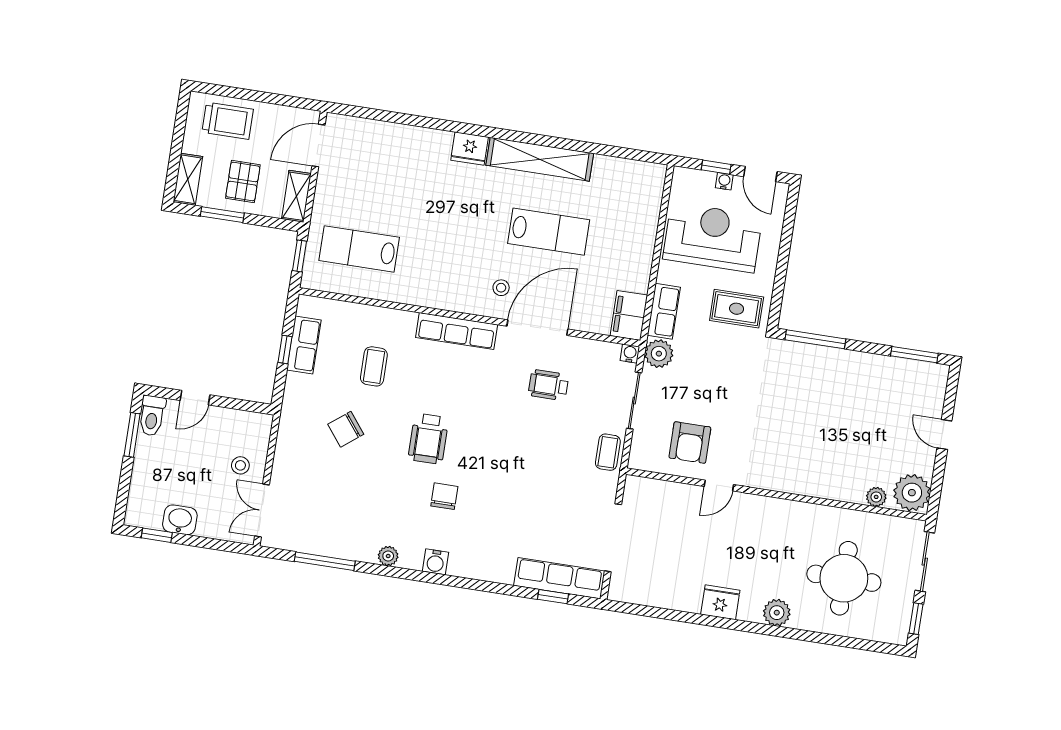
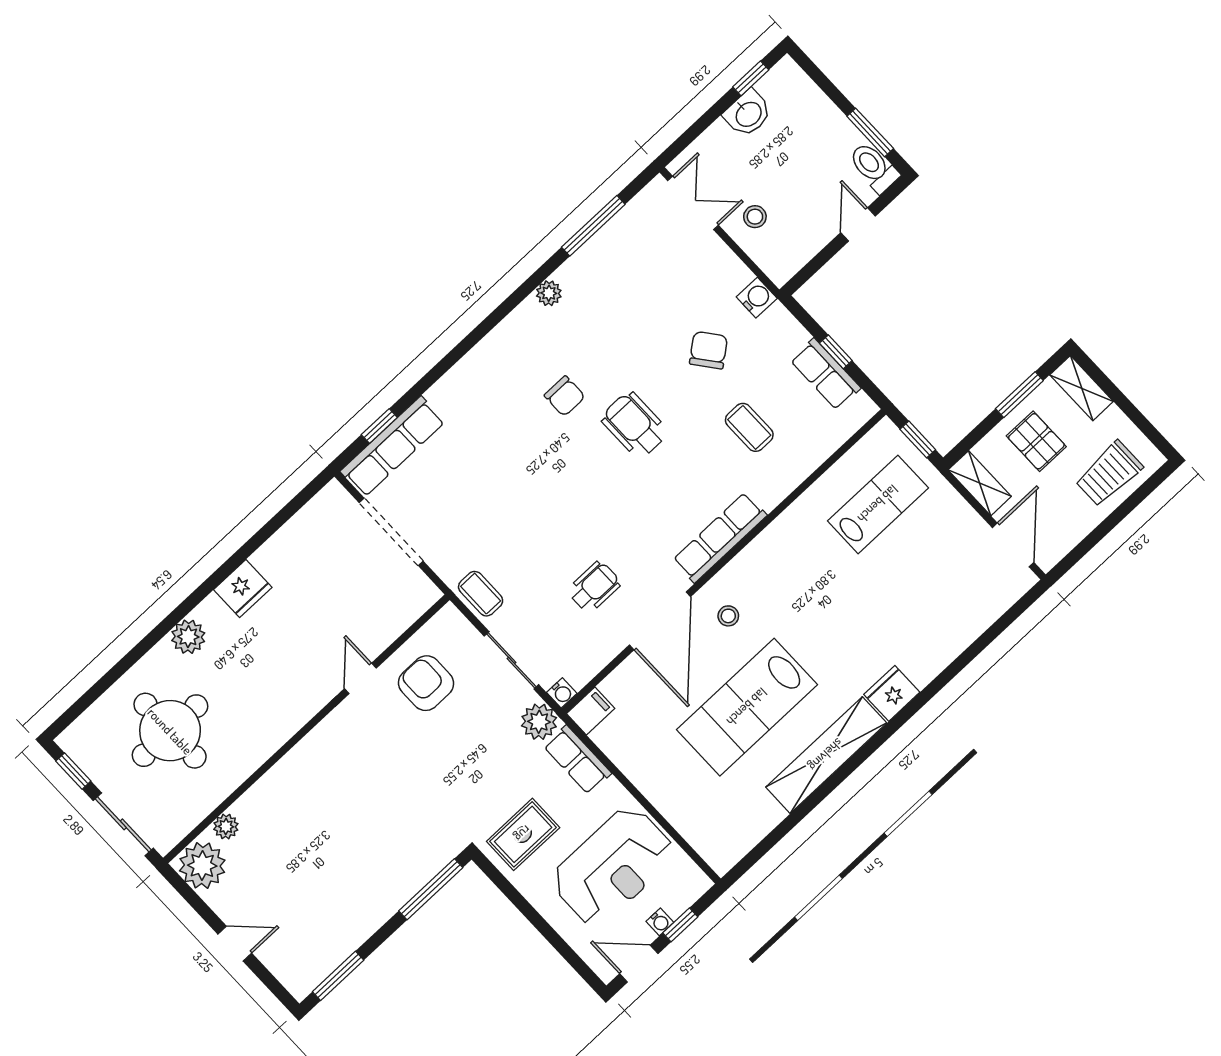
lab bench: (549, 232) -> (747, 707), width x1.36, depth x1.39
filing cabinet: (629, 315) -> (591, 711), width x0.50
water cooler: (435, 562) -> (757, 298), moved, turned 90

